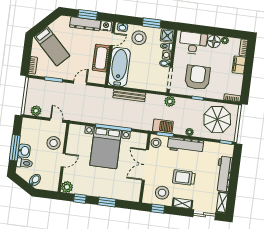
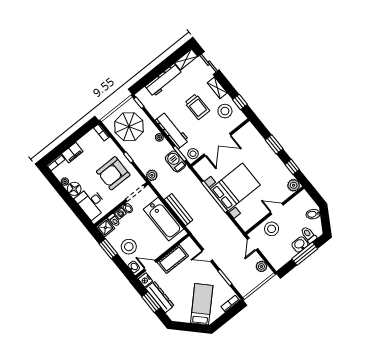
bathtub: (119, 67) -> (164, 219), moved, turned -90

